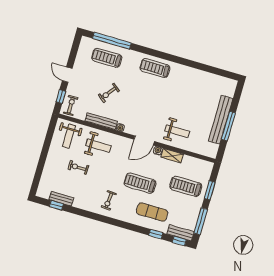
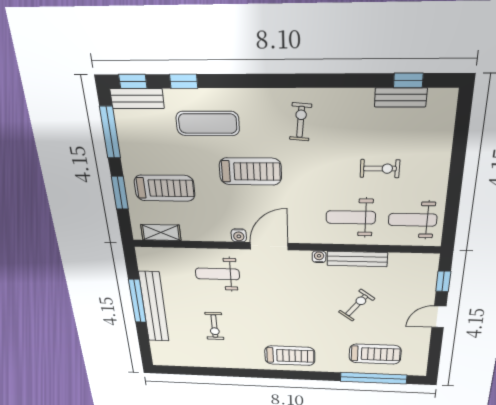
door: (67, 75) -> (439, 317), swing flipped
exercise bike: (71, 105) -> (214, 326), moved
weight bench: (69, 136) -> (413, 220), turned -90
shelving: (172, 156) -> (161, 233), moved

